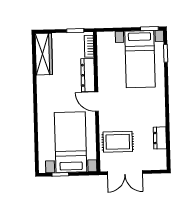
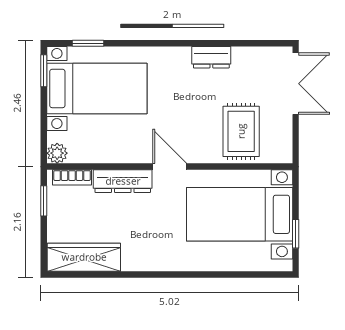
plant: (103, 37) -> (57, 153), added
door: (97, 102) -> (170, 167), swing flipped
dresser: (160, 138) -> (211, 57), moved
double door: (125, 173) -> (296, 84), moved

